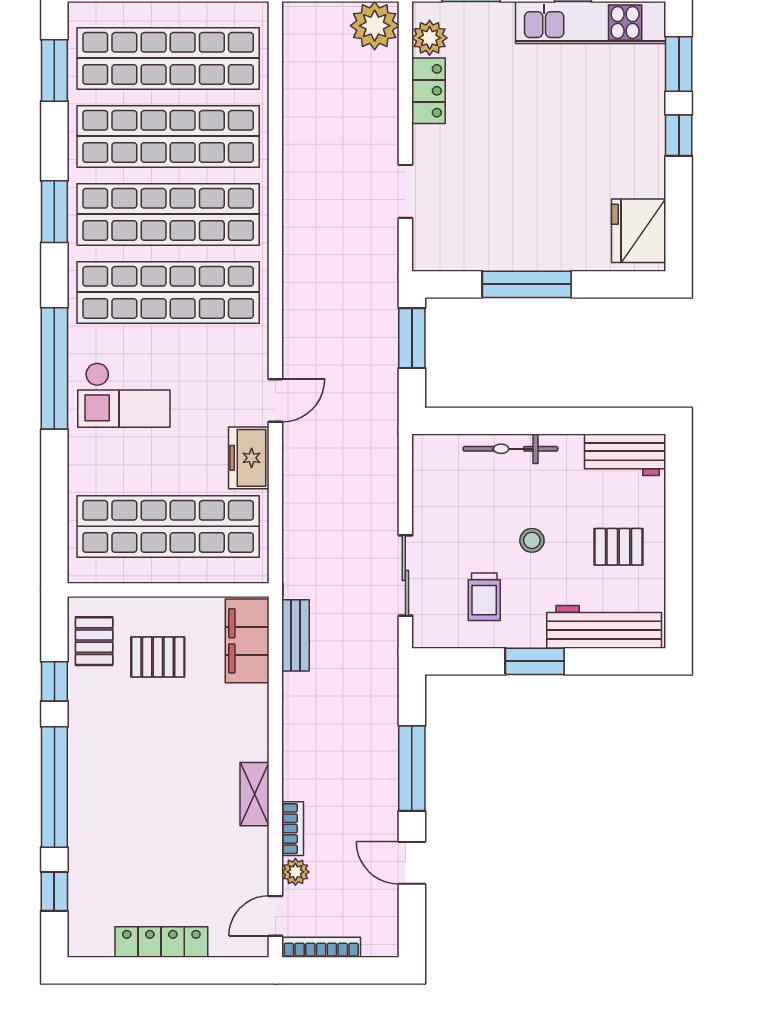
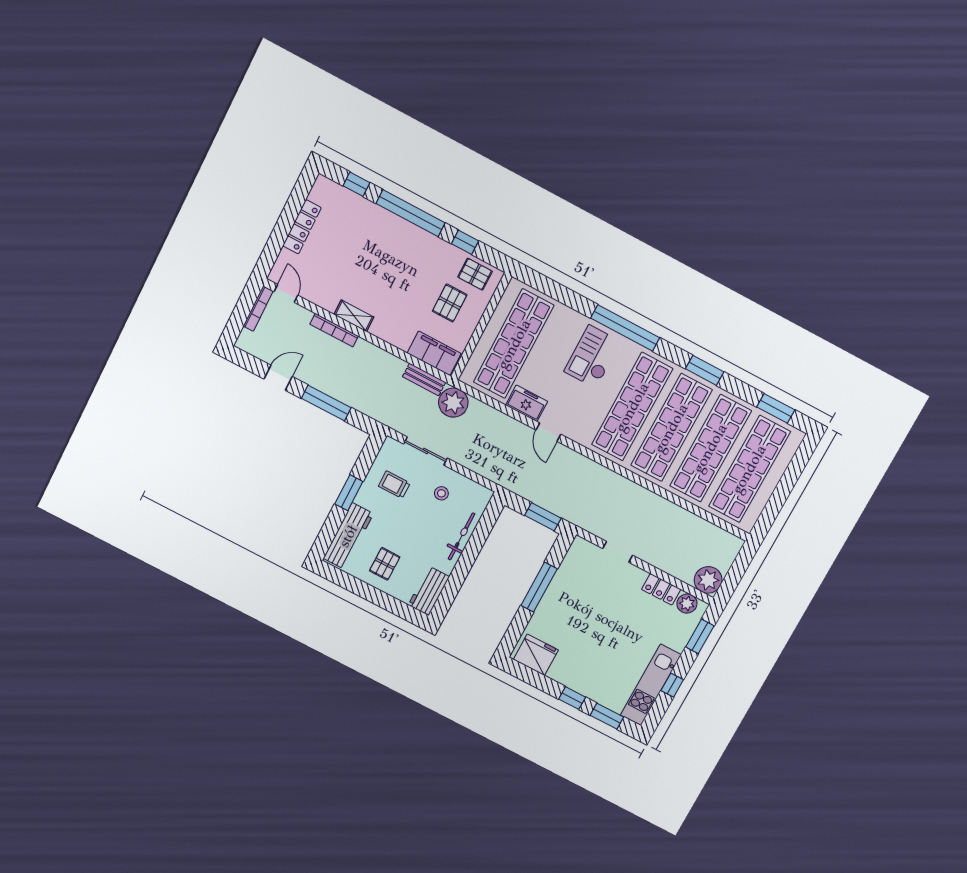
stool: (532, 540) -> (441, 493), moved
bookcase: (293, 829) -> (334, 330), width x1.56
plant: (295, 872) -> (453, 403), moved, width x1.87, depth x1.87

